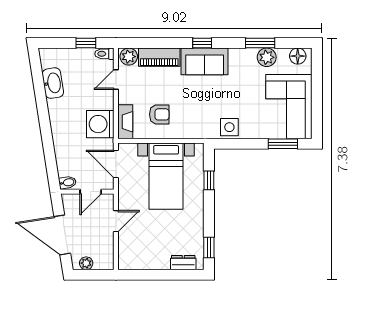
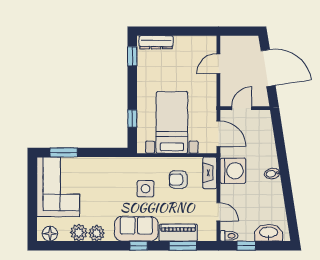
window: (260, 43) -> (183, 246), moved
plant: (129, 57) -> (97, 233), moved
door: (116, 80) -> (218, 212), hinge flipped
washbasin: (53, 83) -> (269, 233), moved, turned 99
side table: (229, 127) -> (145, 189), moved
bidet: (67, 182) -> (272, 174), moved
door: (116, 221) -> (218, 64), moved
plant: (86, 263) -> (246, 42), removed
dresser: (183, 263) -> (156, 42), width x1.44

